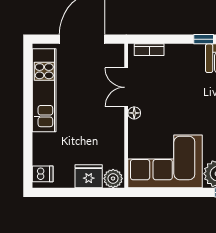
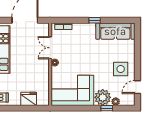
plant: (113, 178) -> (43, 100), removed

